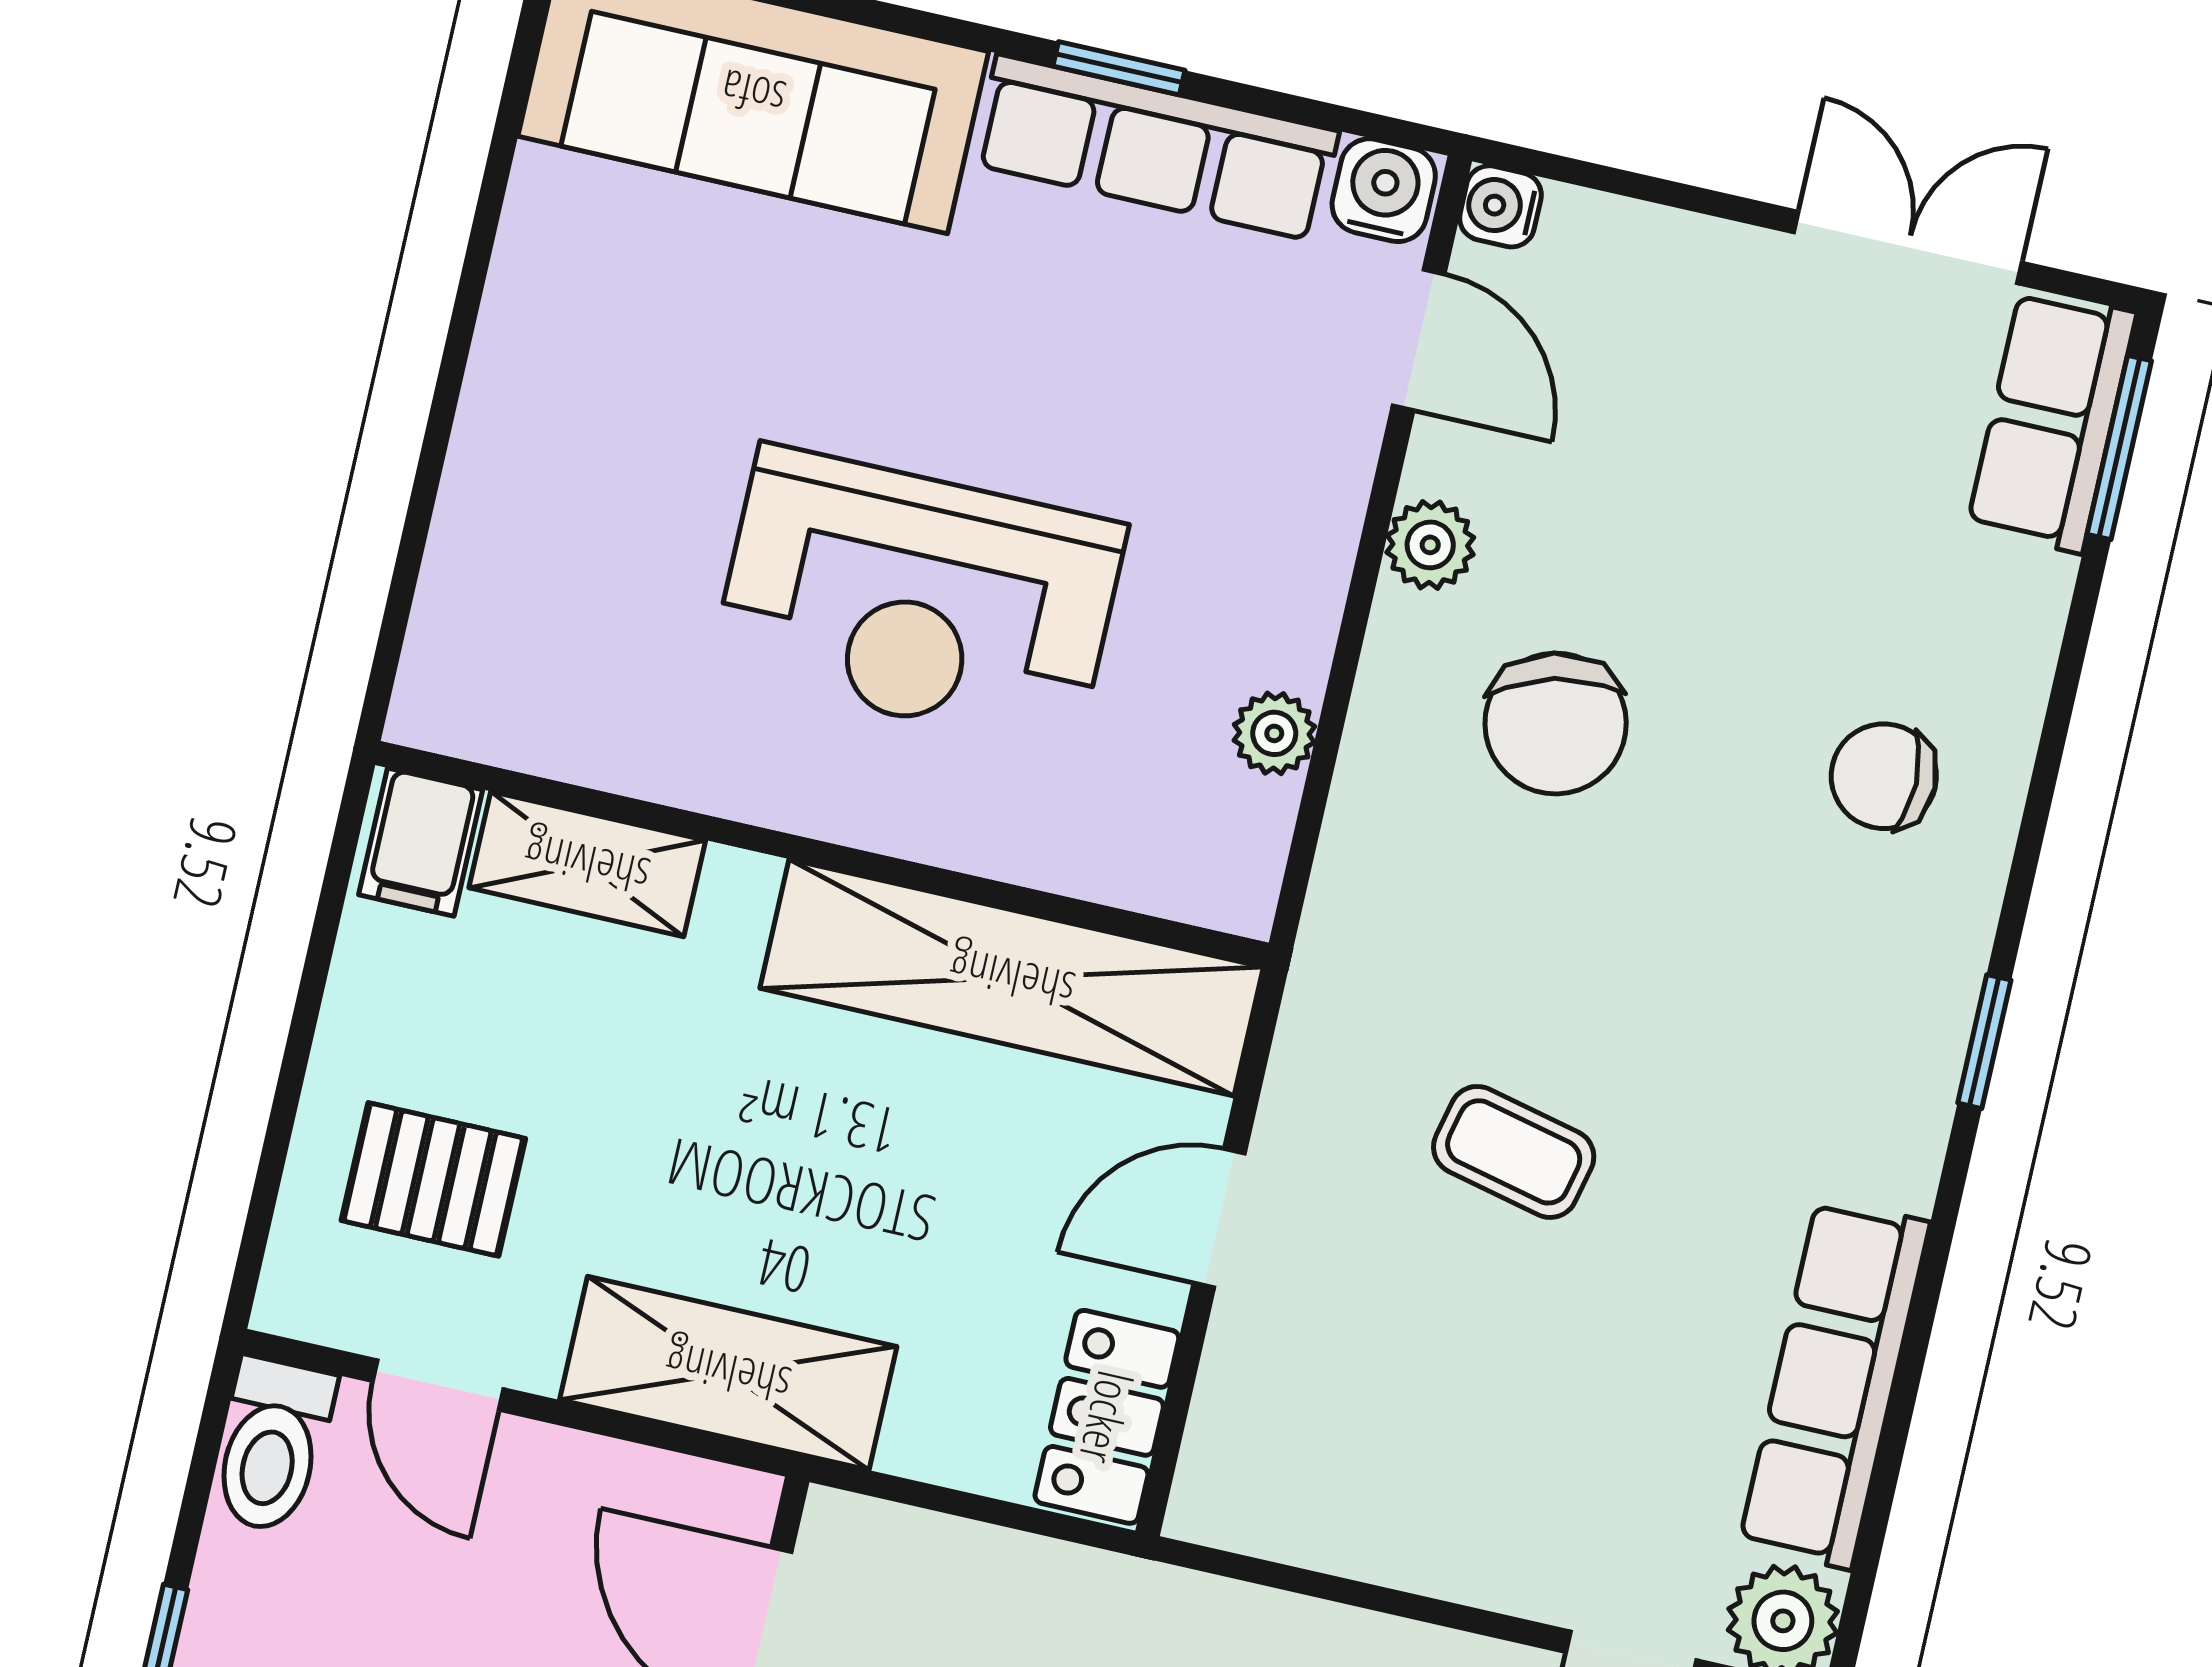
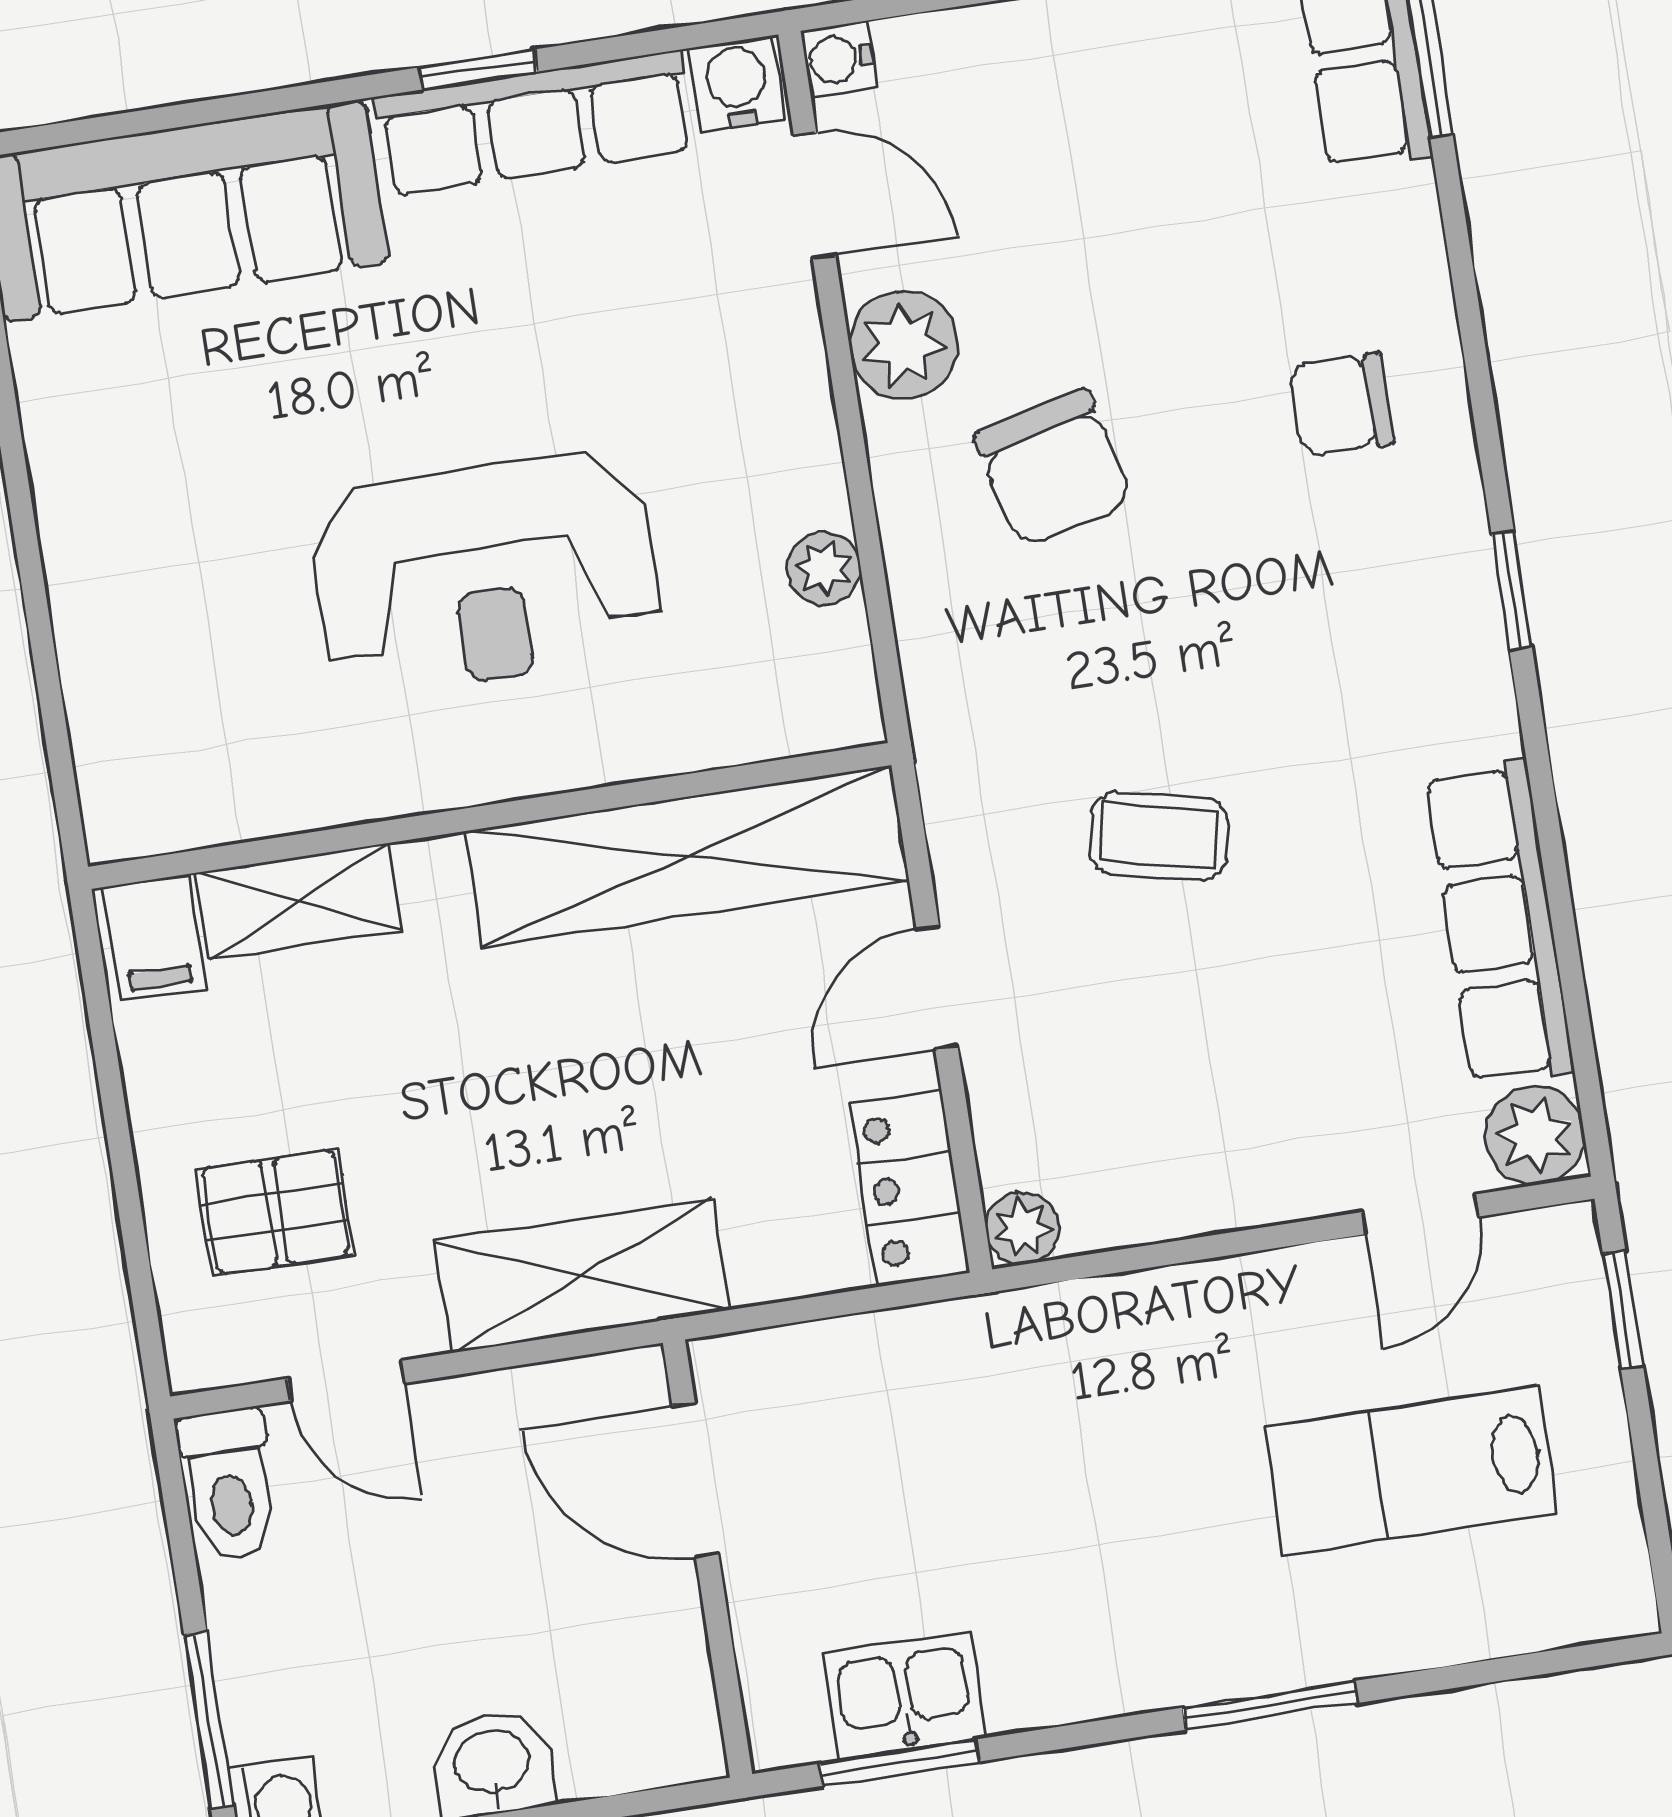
plant: (1430, 545) -> (904, 345), width x1.38, depth x1.38
plant: (1208, 1505) -> (1022, 1228), added

